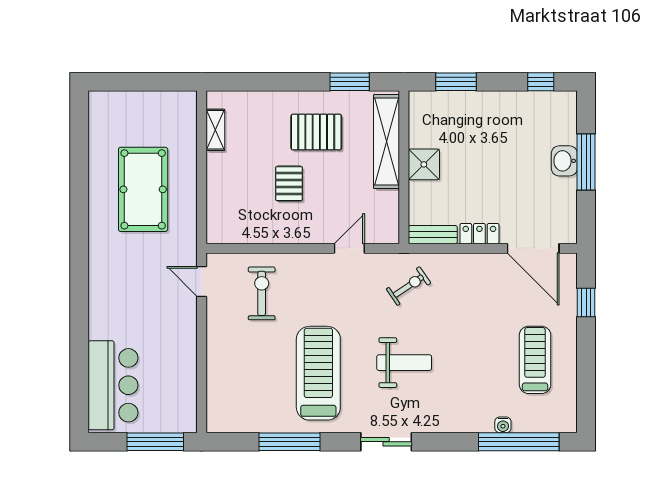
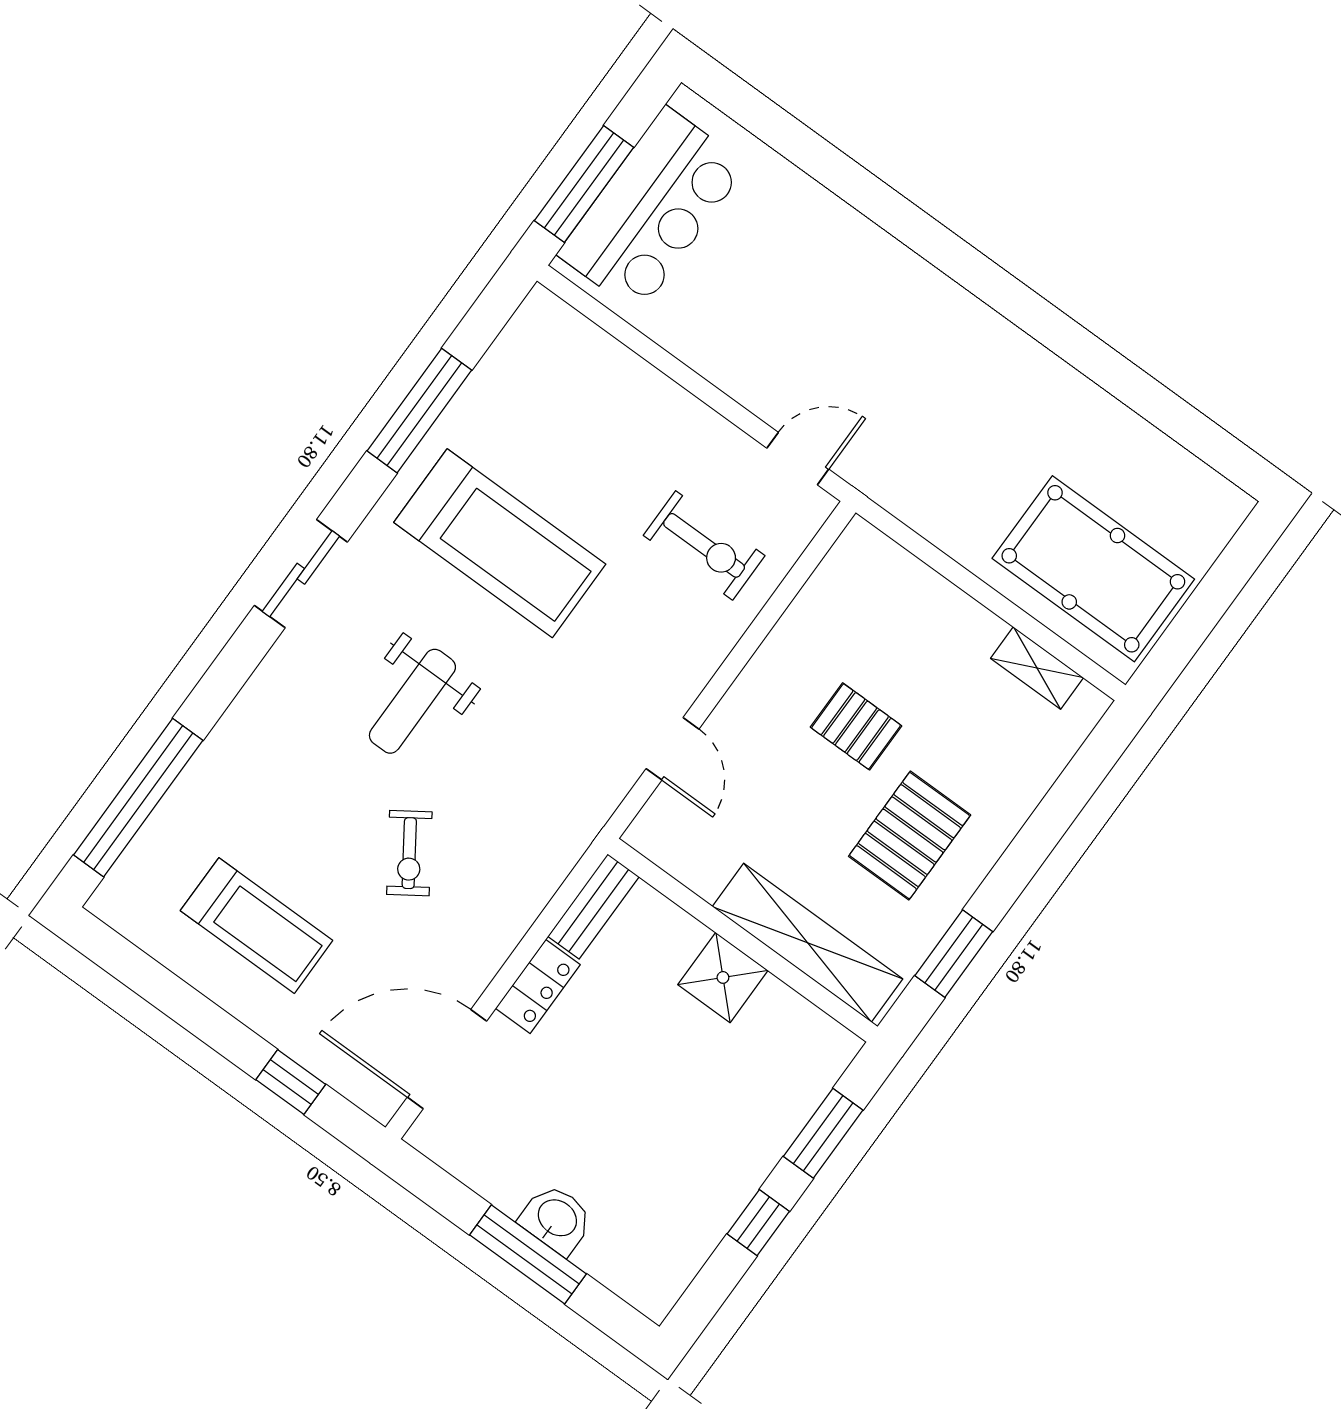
window: (541, 82) -> (758, 1223), moved
pool table: (143, 189) -> (1093, 569), moved
exercise bike: (409, 286) -> (409, 853), moved
bar counter: (113, 385) -> (652, 210), moved, turned -90
water cooler: (503, 425) -> (186, 792), removed

